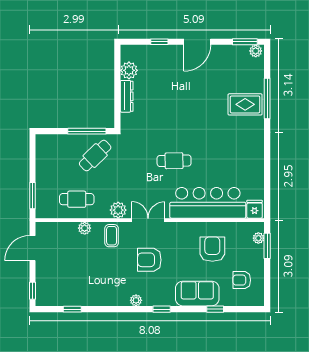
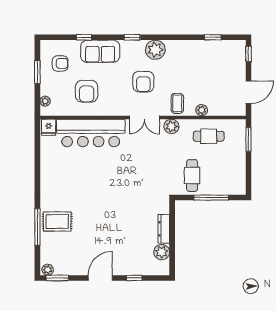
window: (87, 131) -> (211, 198), moved
cafe table: (95, 156) -> (192, 176), turned -46
cafe table: (174, 161) -> (121, 171), removed
window: (267, 246) -> (37, 72), moved
armchair: (149, 260) -> (143, 82), turned 90
plant: (136, 300) -> (155, 50), width x1.88, depth x1.88

